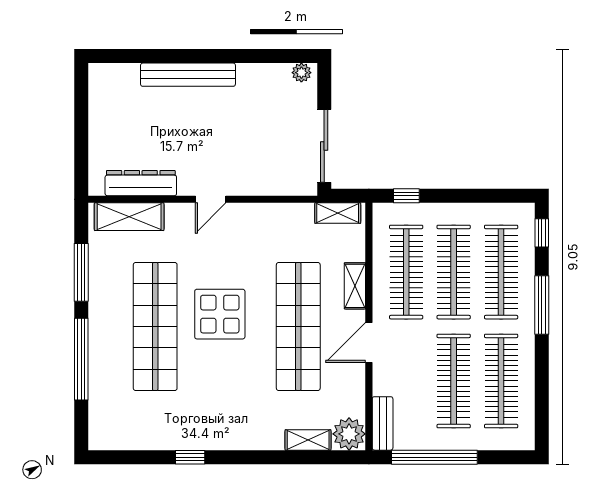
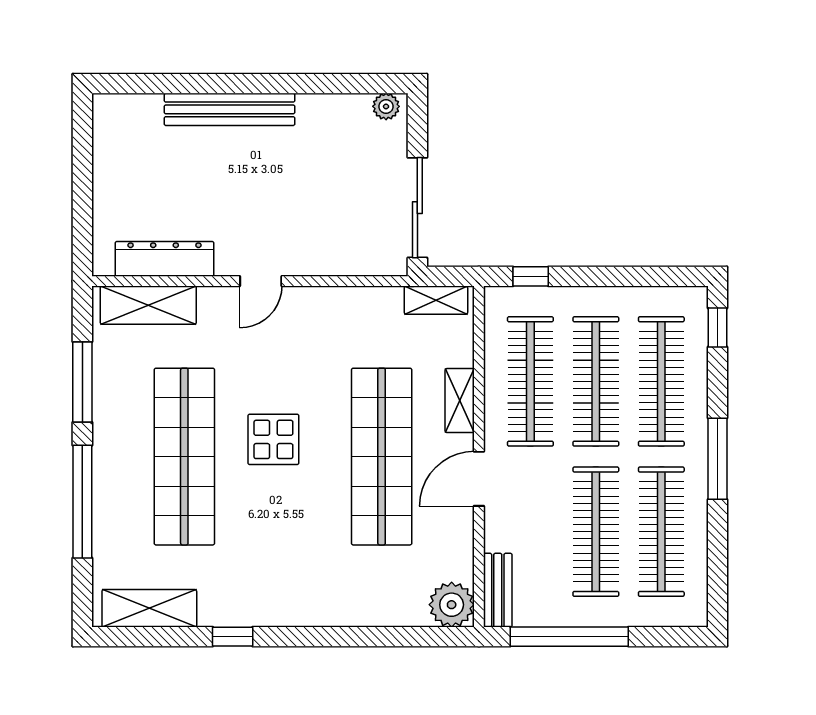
window: (542, 305) -> (717, 459), moved
display table: (220, 314) -> (273, 439), width x0.73, depth x0.73
shelving: (308, 440) -> (149, 608), moved, width x1.50, depth x1.33

